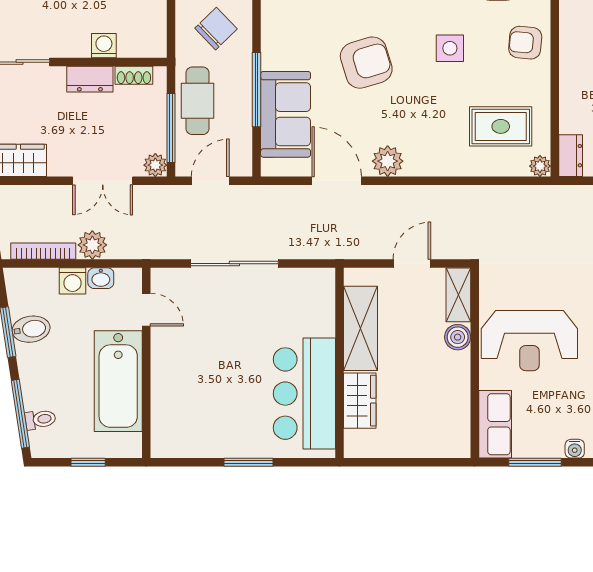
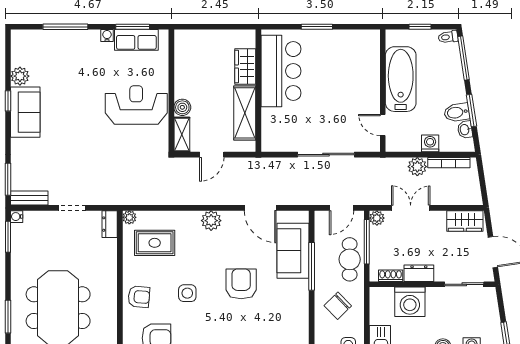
washing machine: (104, 46) -> (410, 302), width x1.89, depth x1.89
armchair: (366, 63) -> (241, 284), turned 107
plant: (388, 161) -> (211, 221), moved
washbasin: (101, 278) -> (465, 130), moved, turned -99
toilet: (40, 419) -> (448, 37), moved
row of seats: (495, 424) -> (136, 40), moved, turned -90

